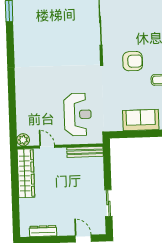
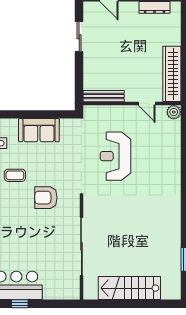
reception desk: (78, 114) -> (115, 156), moved

